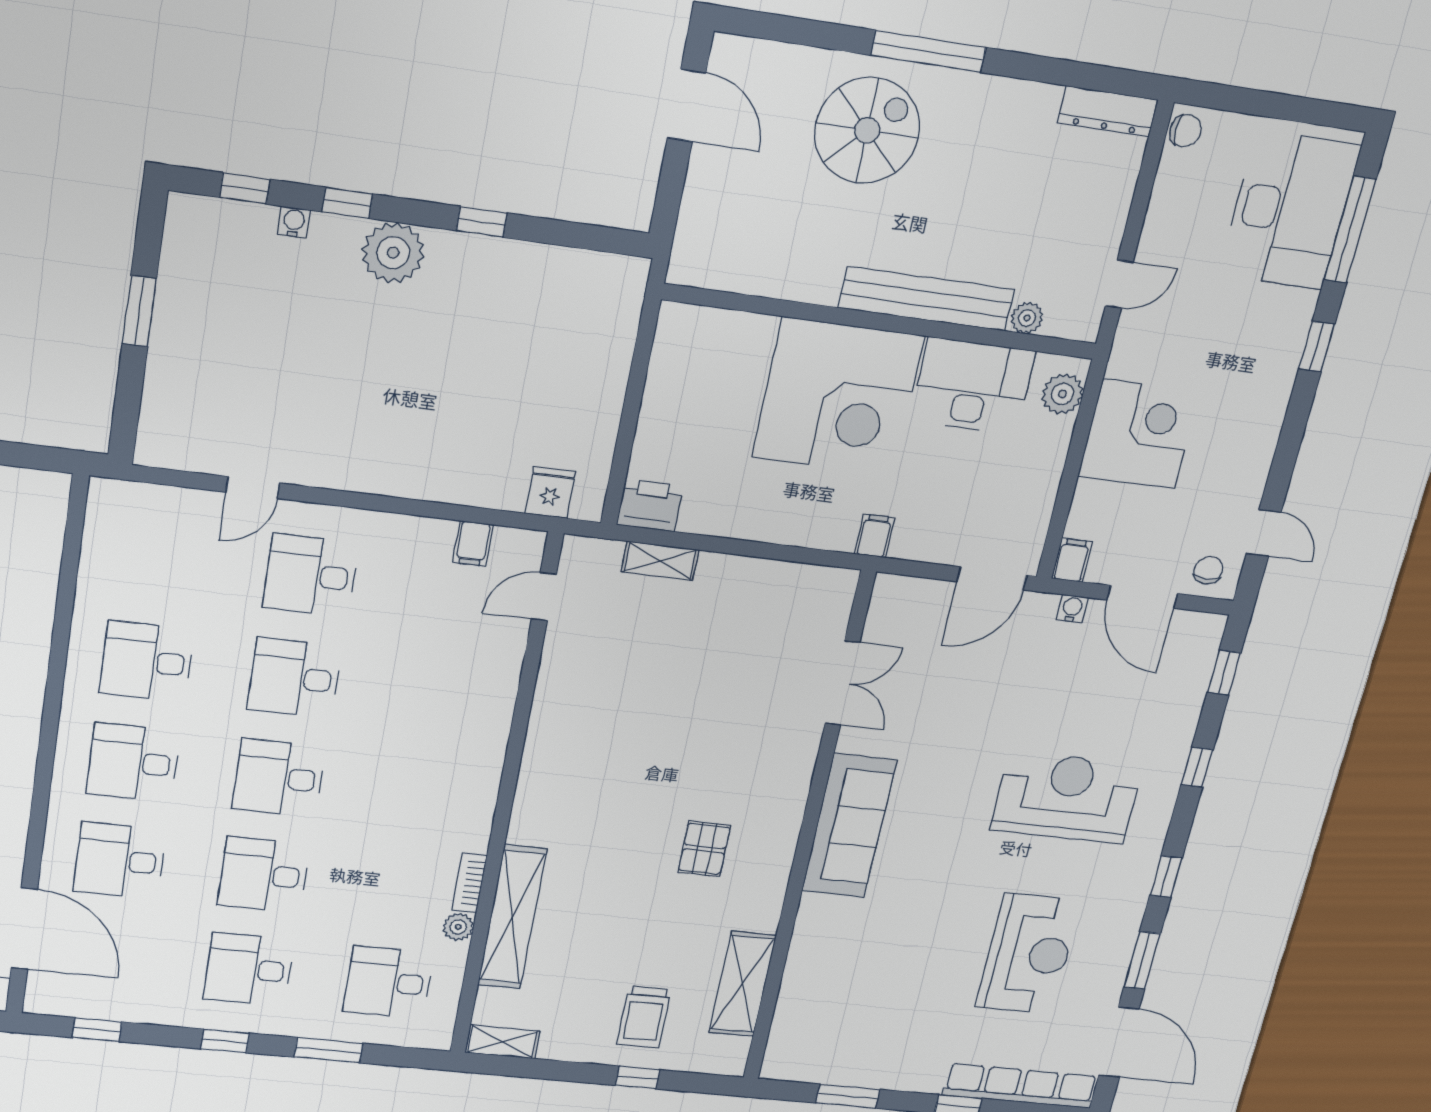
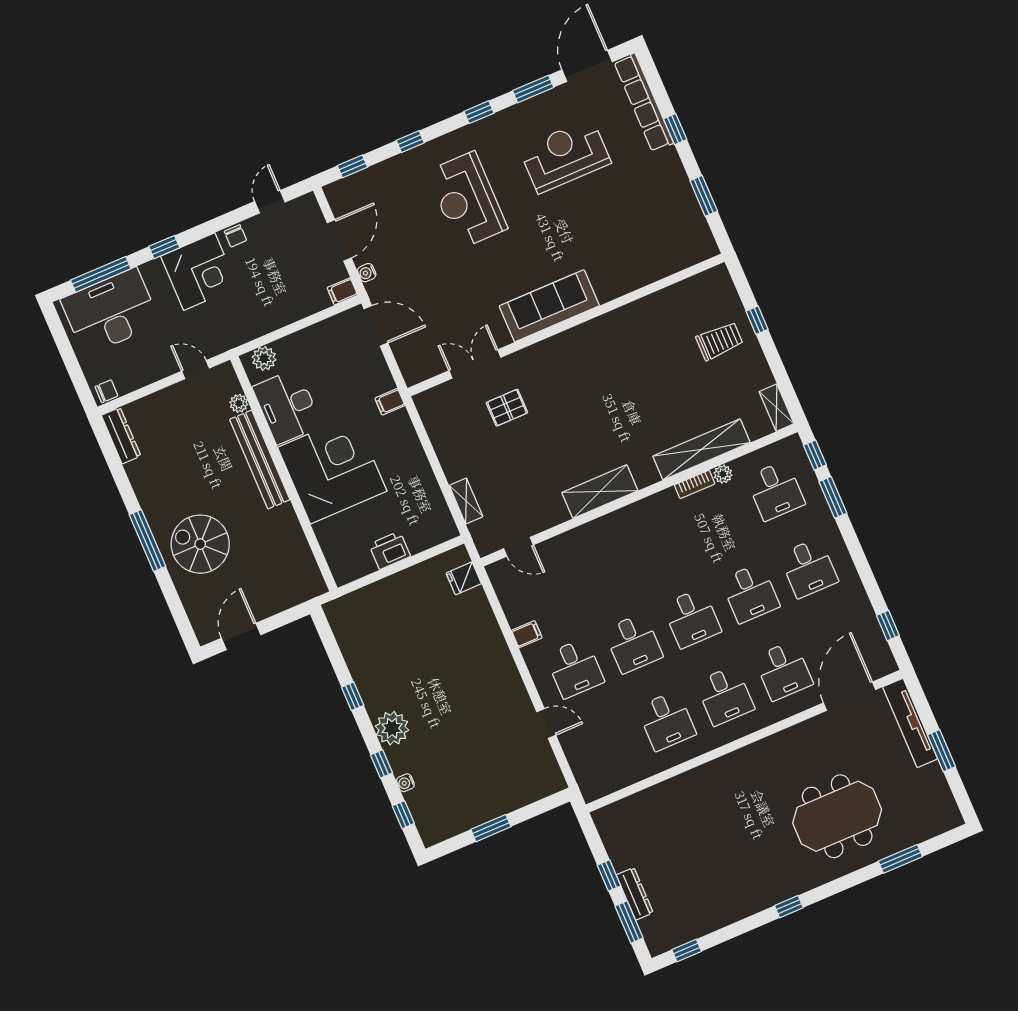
chair: (1185, 131) -> (106, 391), turned 90
corner desk: (1139, 434) -> (199, 272), moved, turned 180
printer: (650, 505) -> (390, 550), moved, turned 90
filing cabinet: (473, 544) -> (527, 634), moved
chair: (1208, 570) -> (235, 236), moved, turned -90
pallet: (704, 849) -> (507, 408), moved
shelving: (742, 984) -> (600, 492), moved
window: (225, 1041) -> (815, 455), moved

